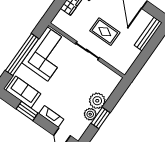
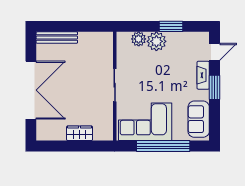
rug: (105, 32) -> (84, 81), removed
window: (27, 111) -> (215, 87), moved
plant: (90, 114) -> (139, 39), moved

